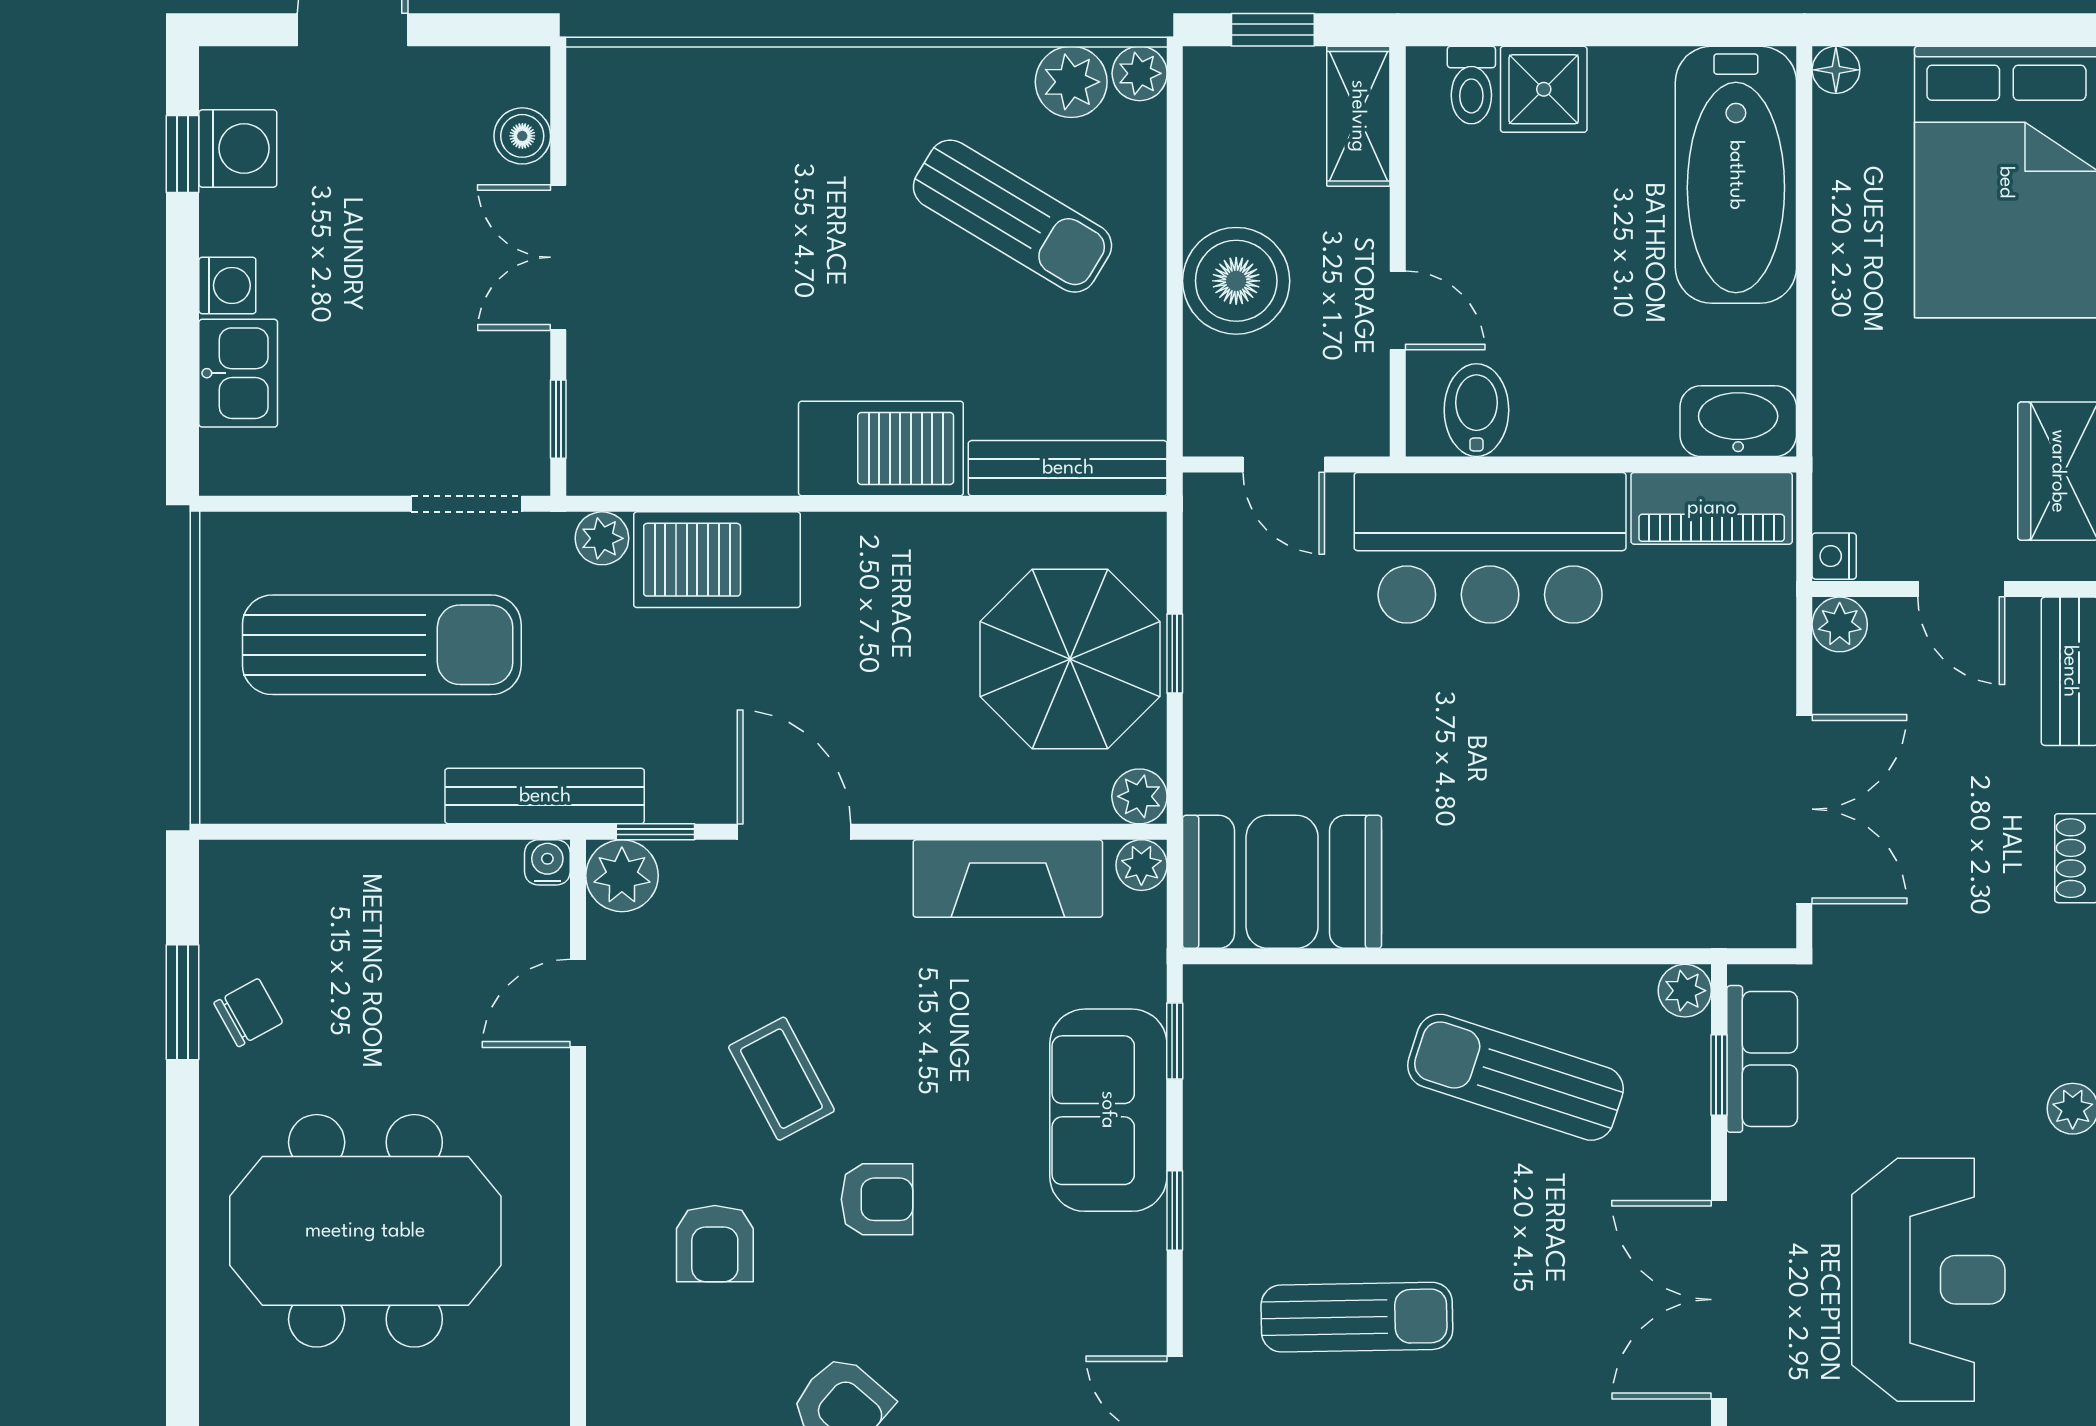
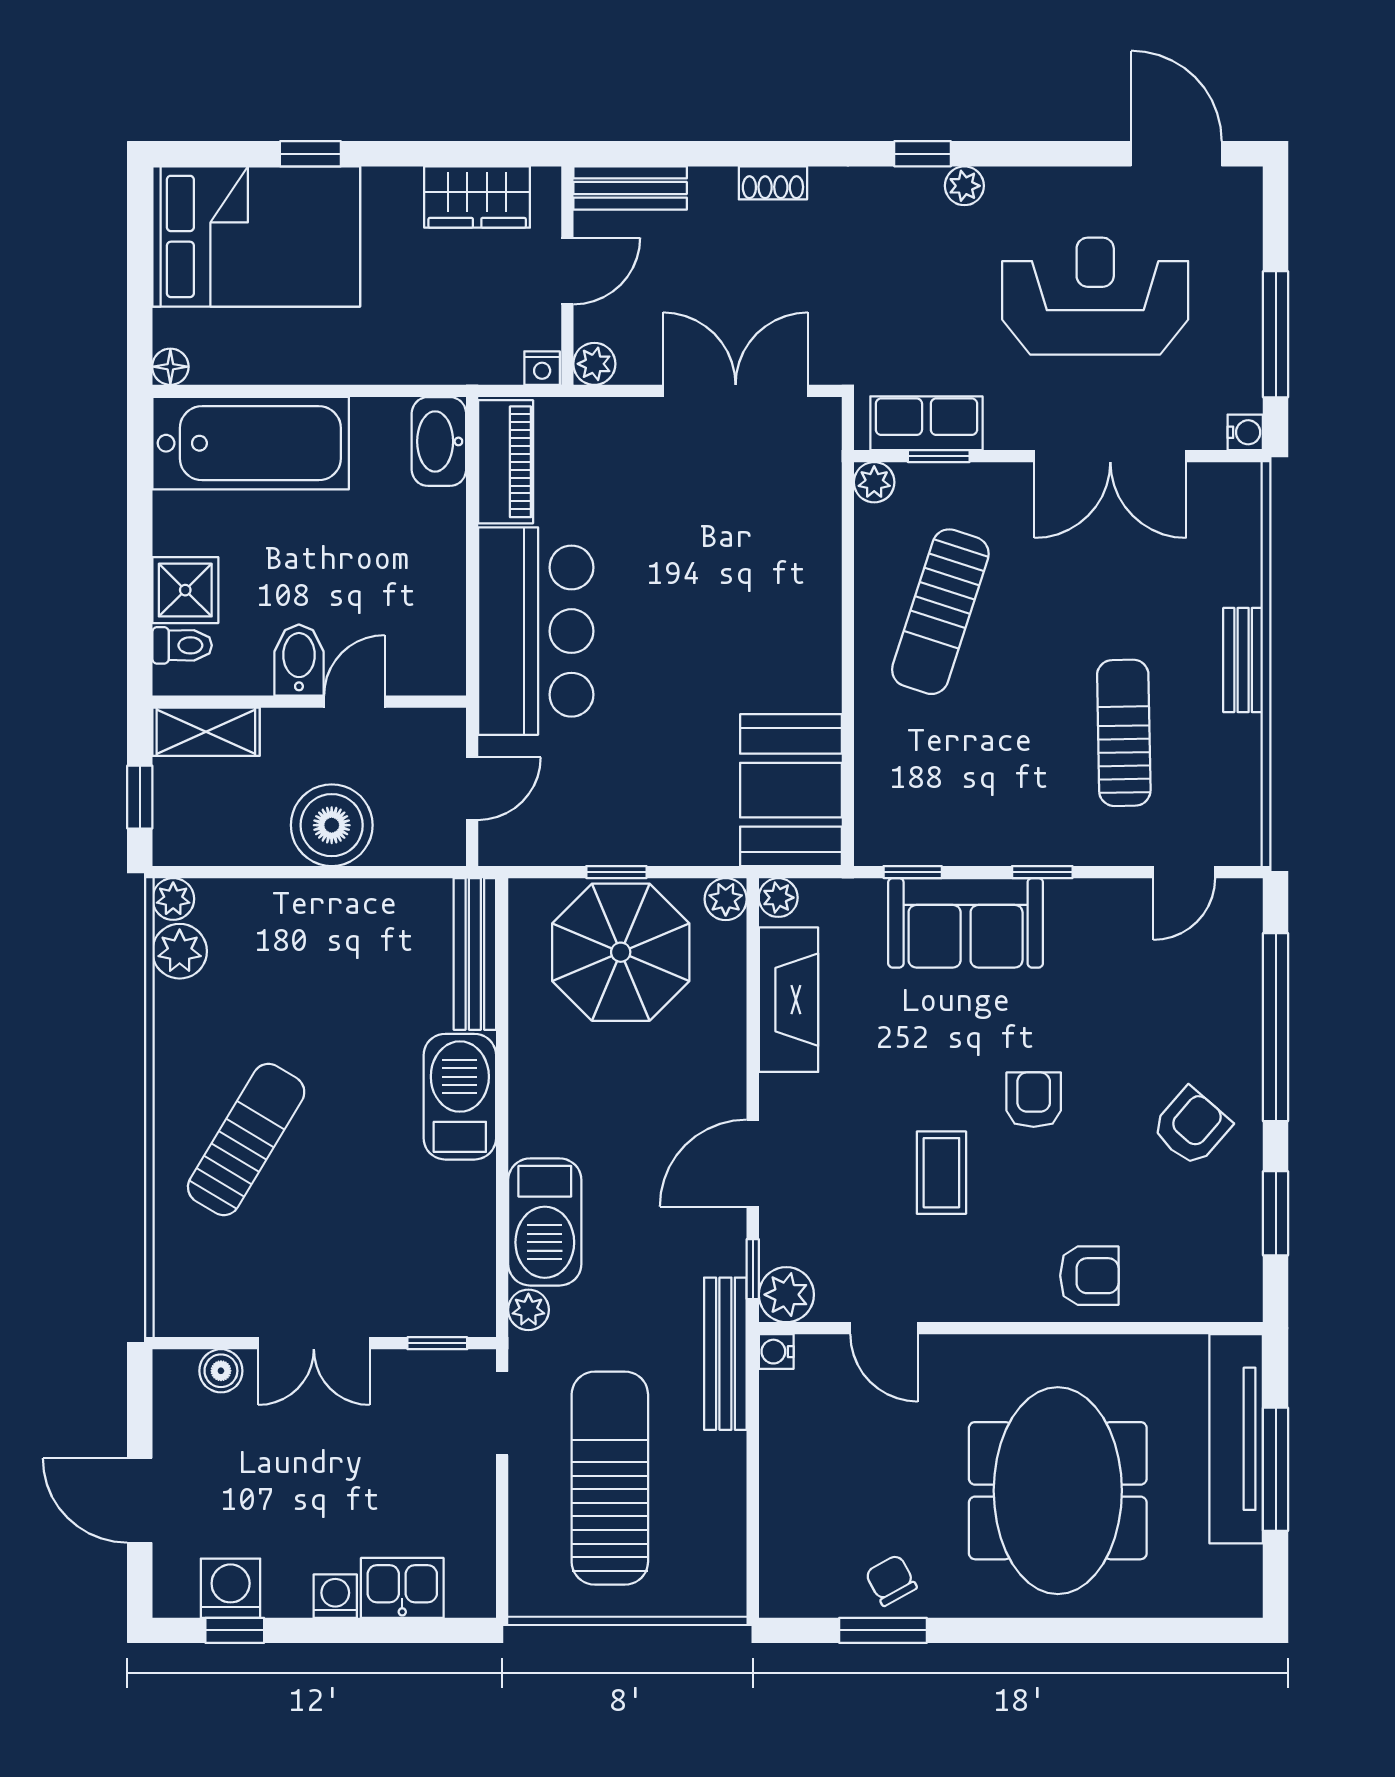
sun lounger: (1012, 216) -> (246, 1140), moved
bidet: (1476, 410) -> (299, 660), moved, turned 90
coffee table: (781, 1079) -> (941, 1173), turned -62
armchair: (715, 1244) -> (1089, 1276), moved

